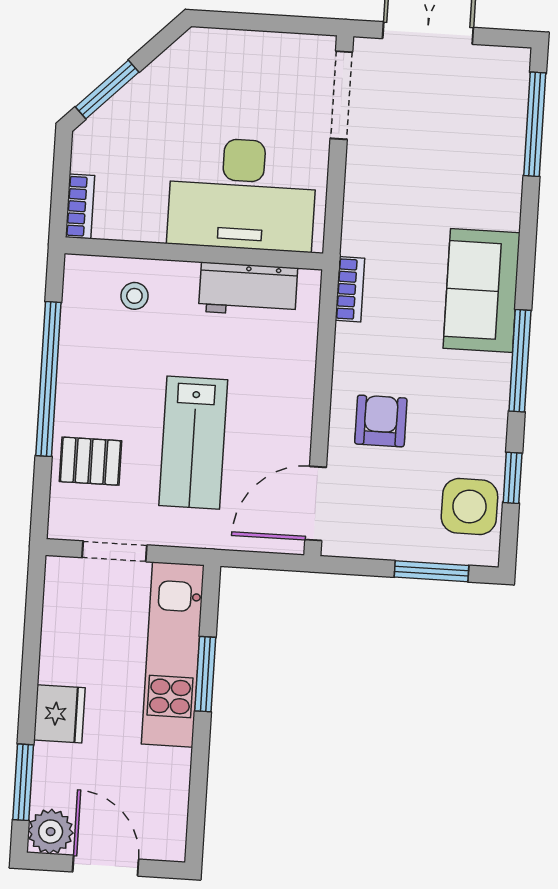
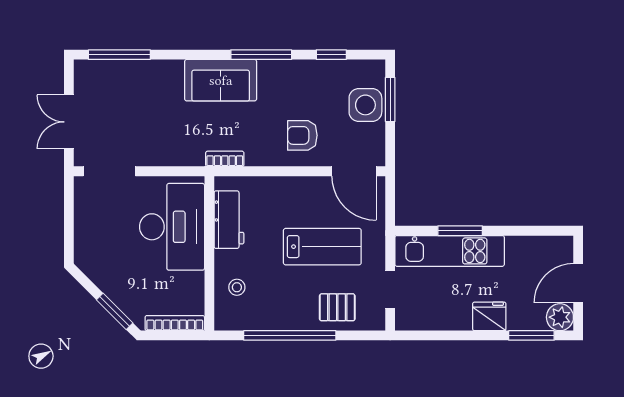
bookcase: (80, 206) -> (175, 323), width x1.56
pallet: (90, 461) -> (337, 307), turned 90
side table: (469, 507) -> (365, 105), moved

